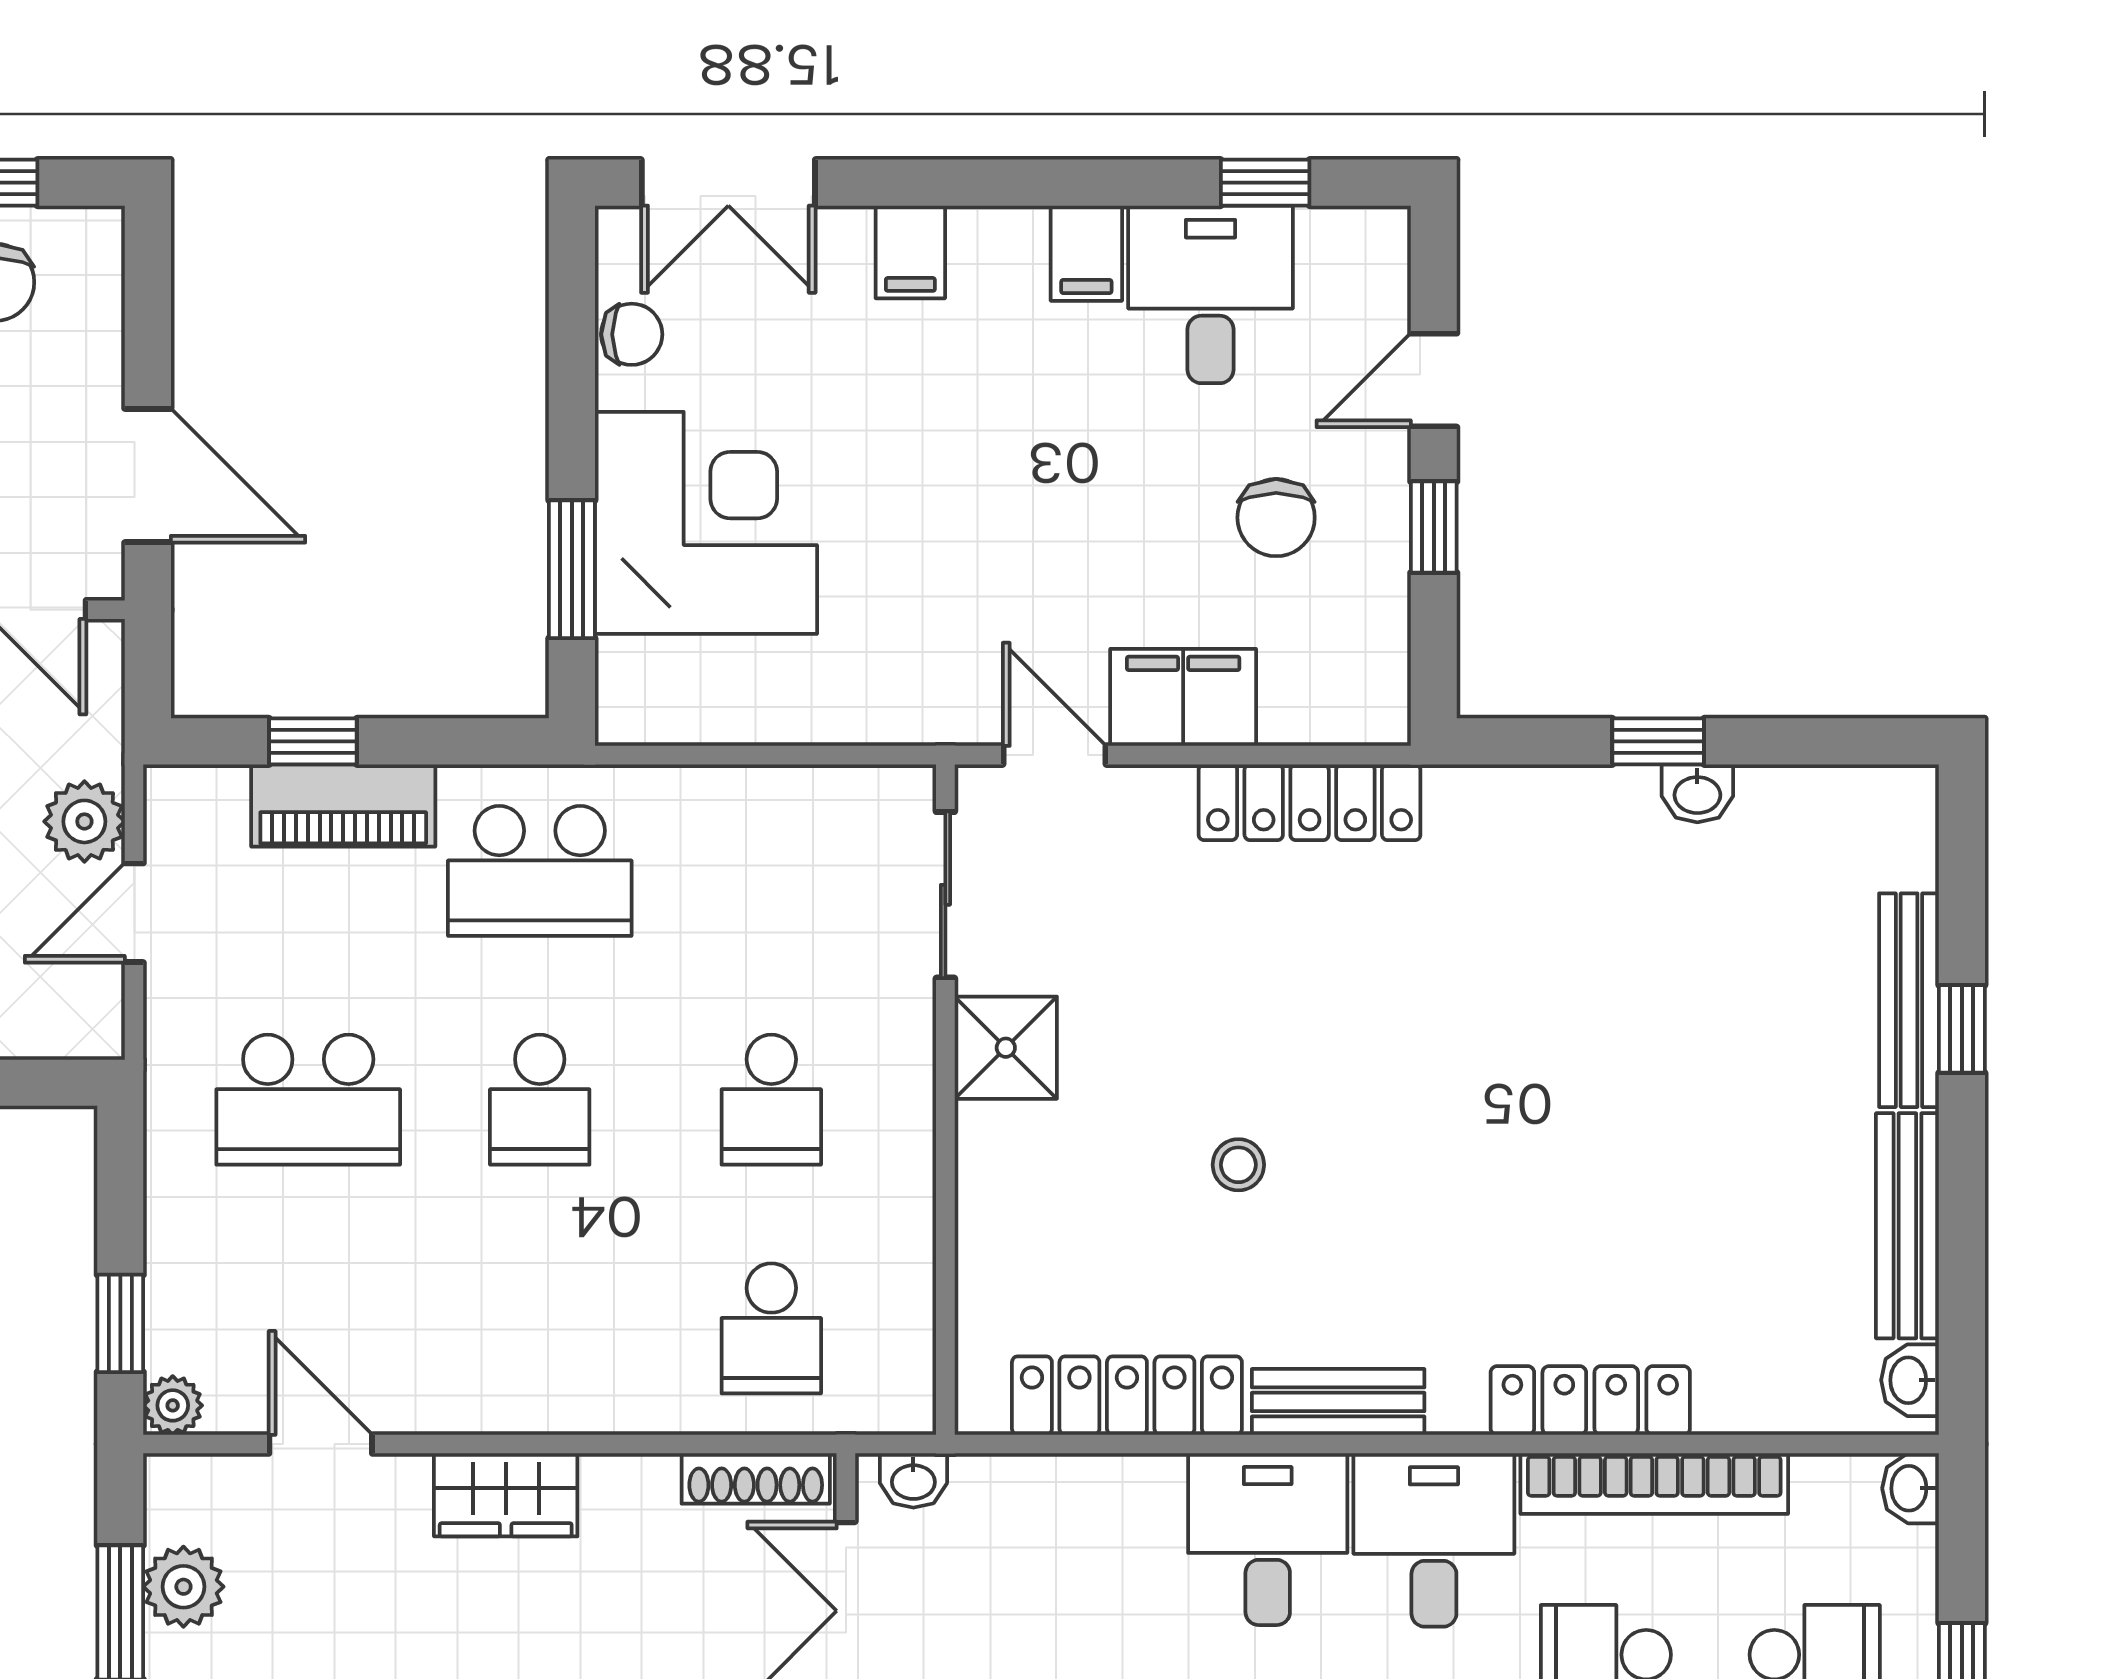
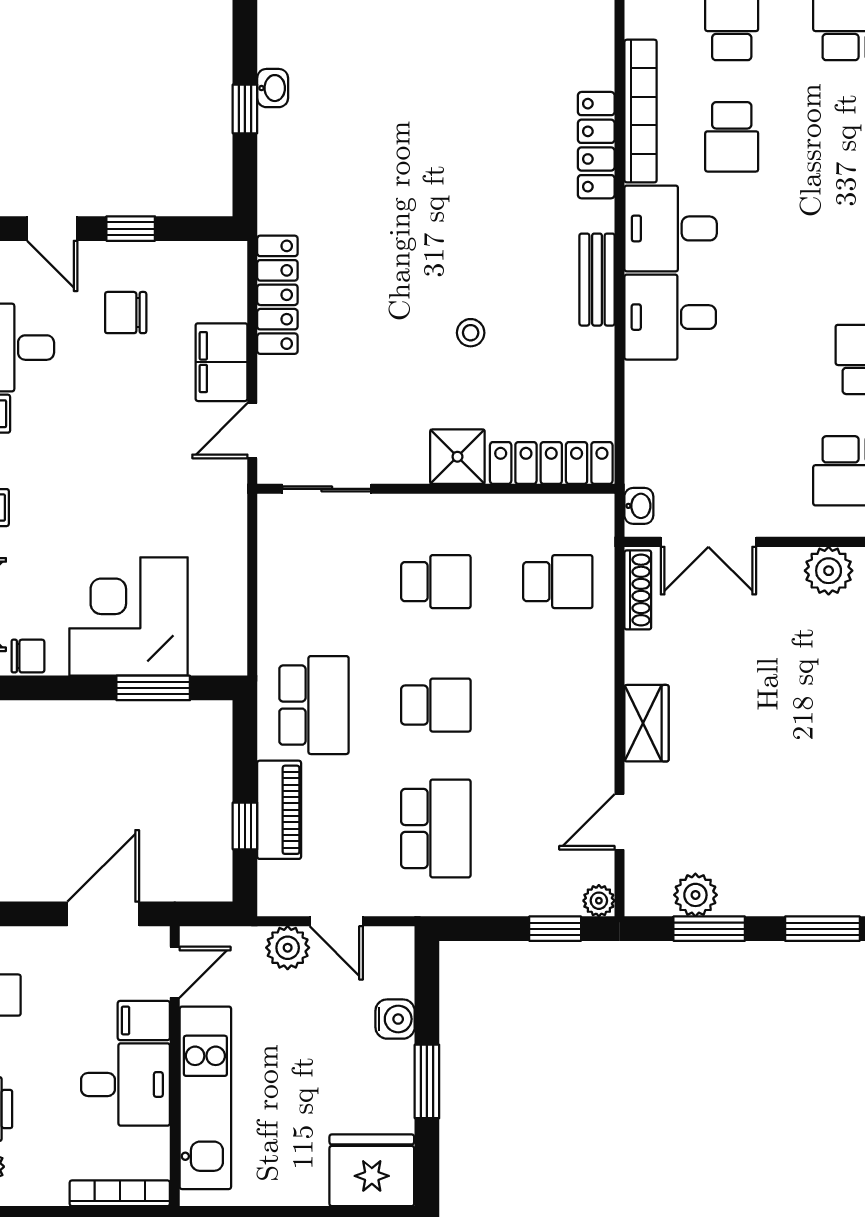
chair: (632, 334) -> (28, 656), turned 90
chair: (1276, 518) -> (126, 313), turned 180
shower: (1006, 1048) -> (457, 457), moved
locker: (1127, 1396) -> (551, 463), moved, turned 90

